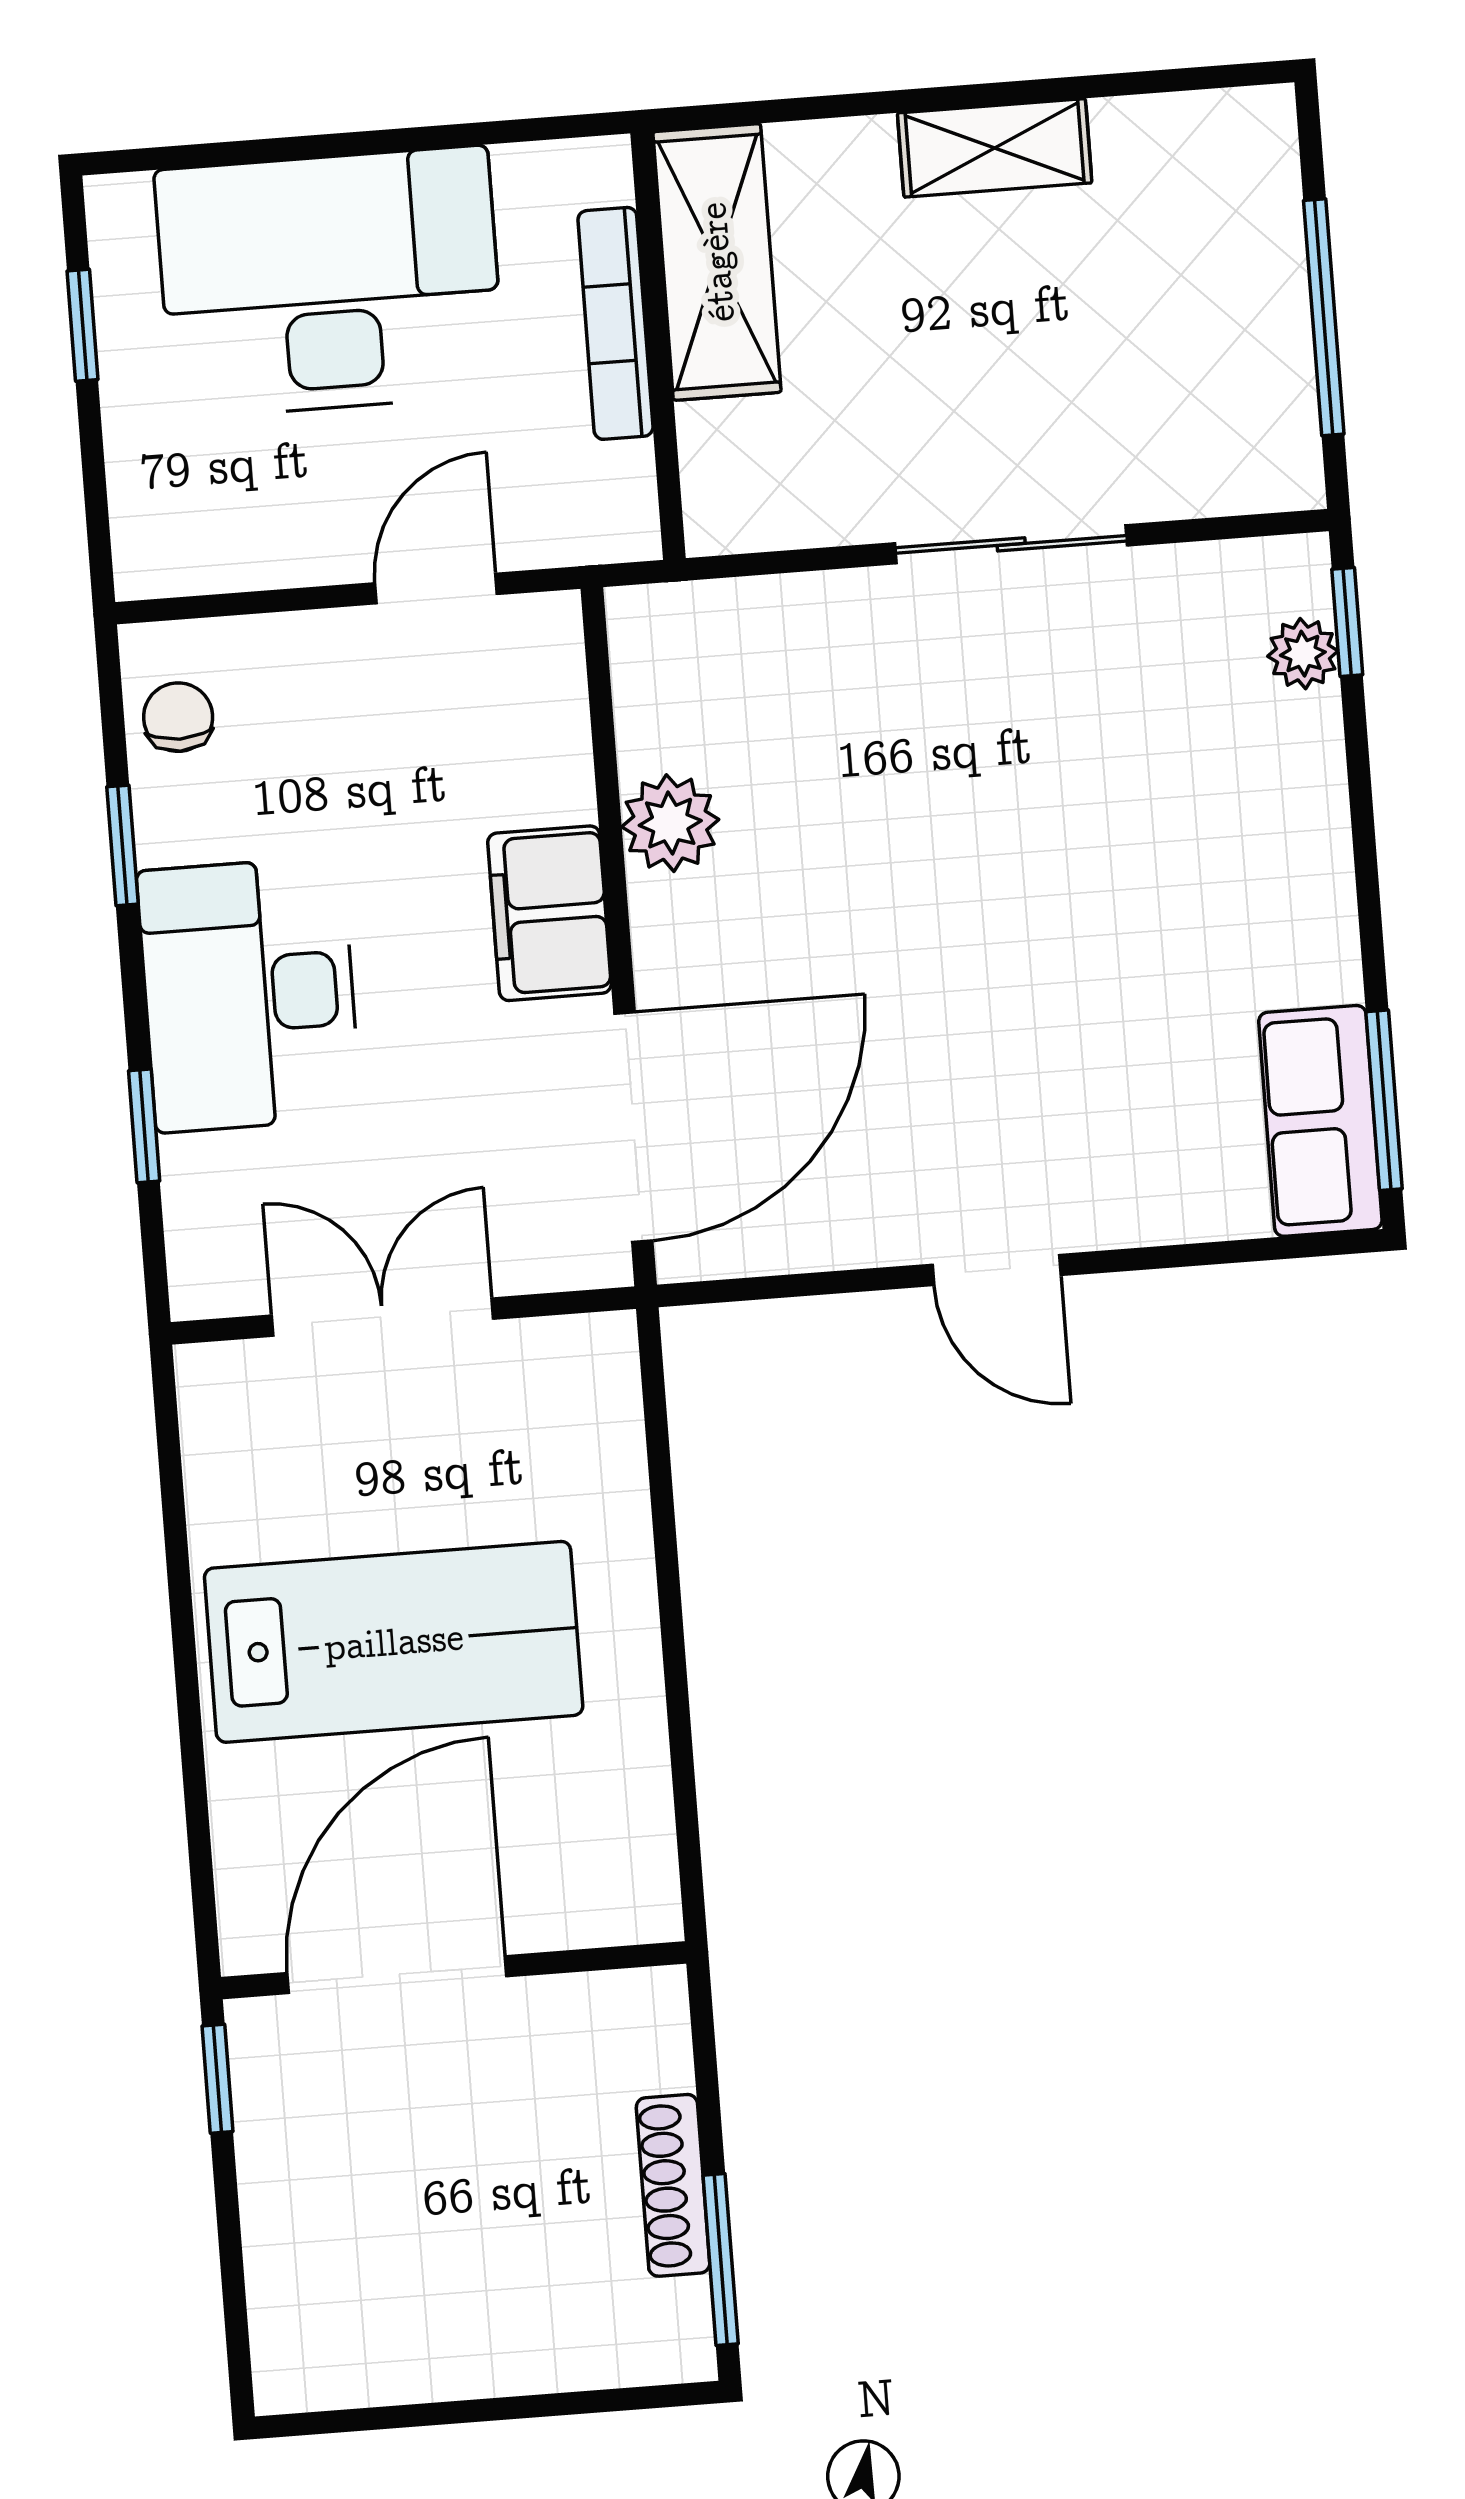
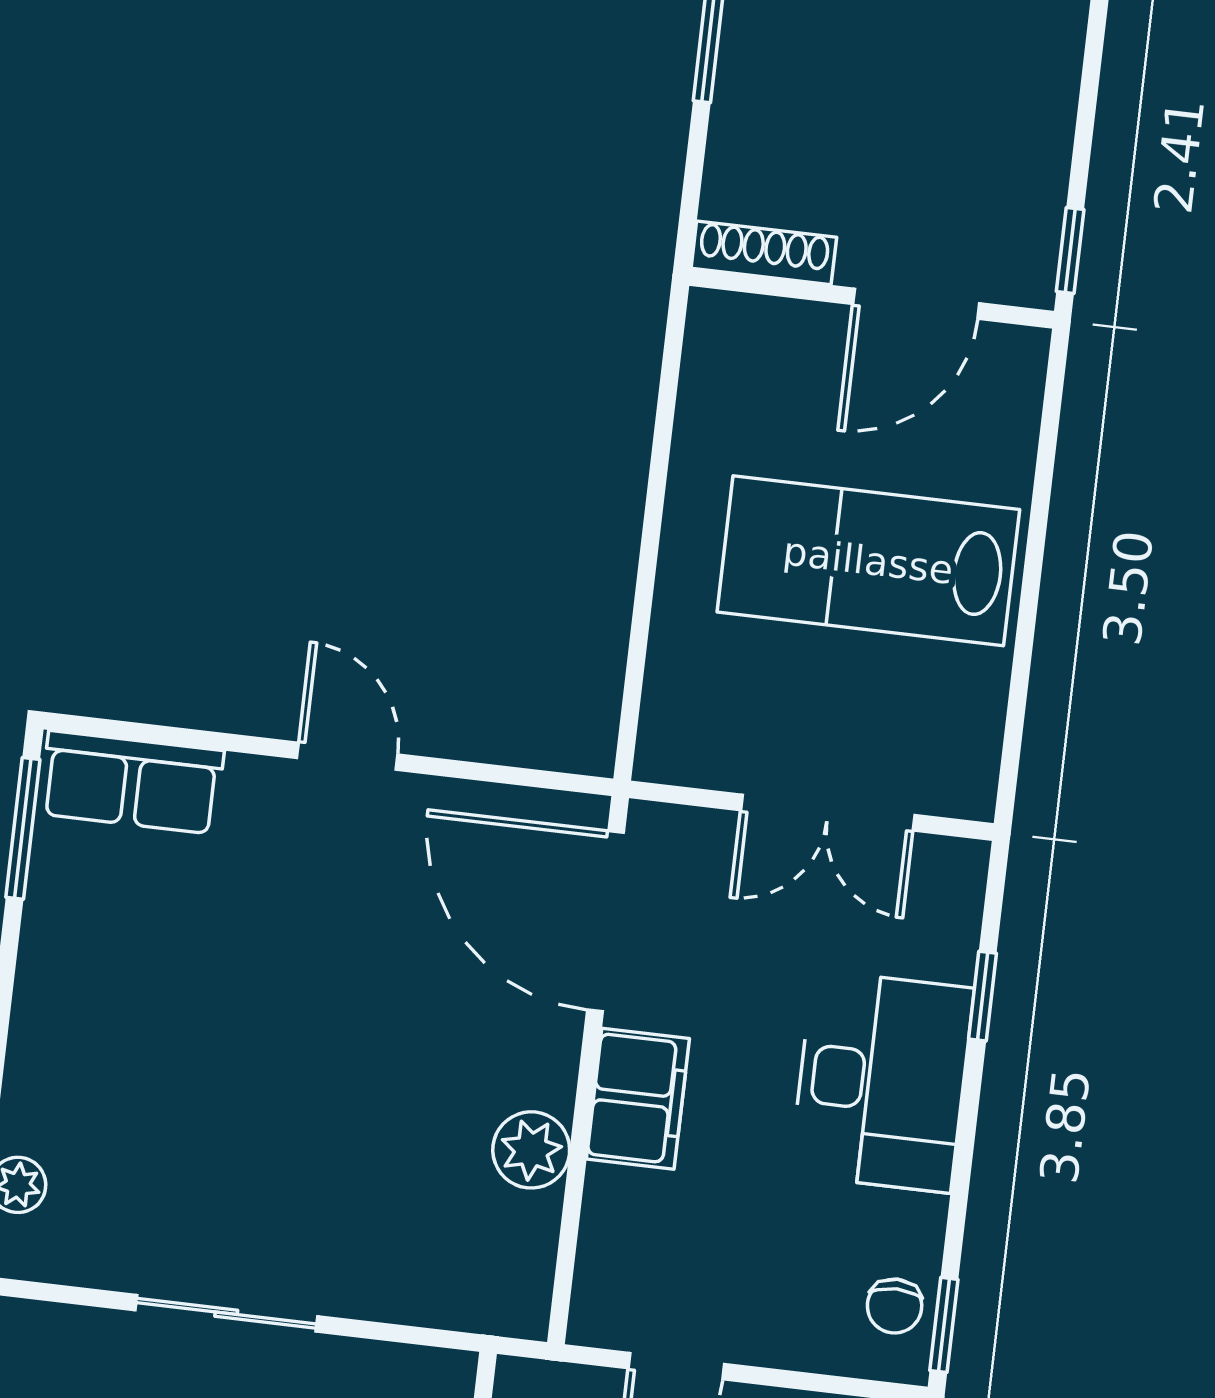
window: (123, 845) -> (944, 1325), moved
row of seats: (1320, 1121) -> (132, 782), moved, turned 90
door: (633, 1127) -> (606, 921), hinge flipped
door: (397, 1975) -> (916, 304), width x0.73
shoe rack: (673, 2185) -> (764, 253), moved, turned -90

